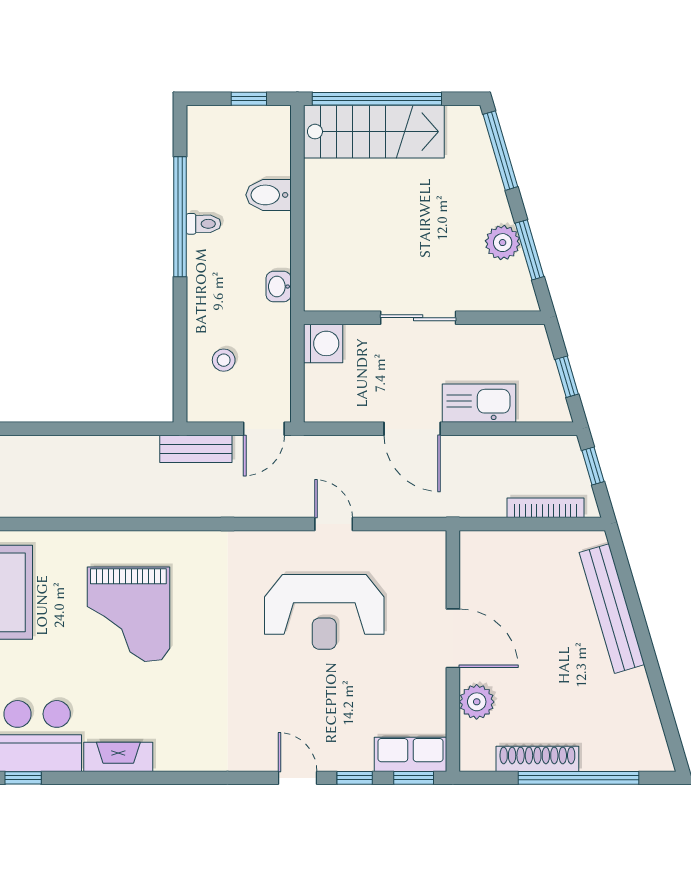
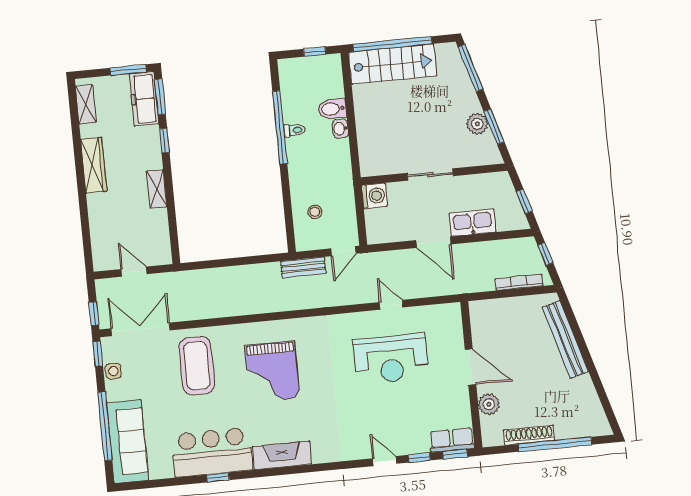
washbasin: (279, 287) -> (340, 129), moved
fireplace: (118, 757) -> (282, 455), width x1.37, depth x1.32

